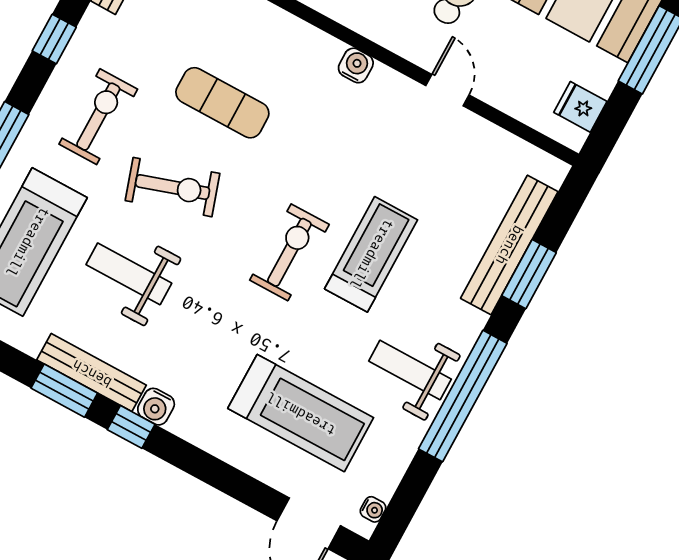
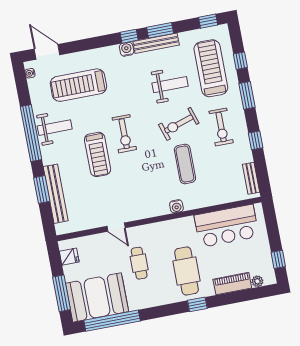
water cooler: (356, 65) -> (176, 206), moved
exercise mat: (222, 103) -> (185, 164), turned 90

